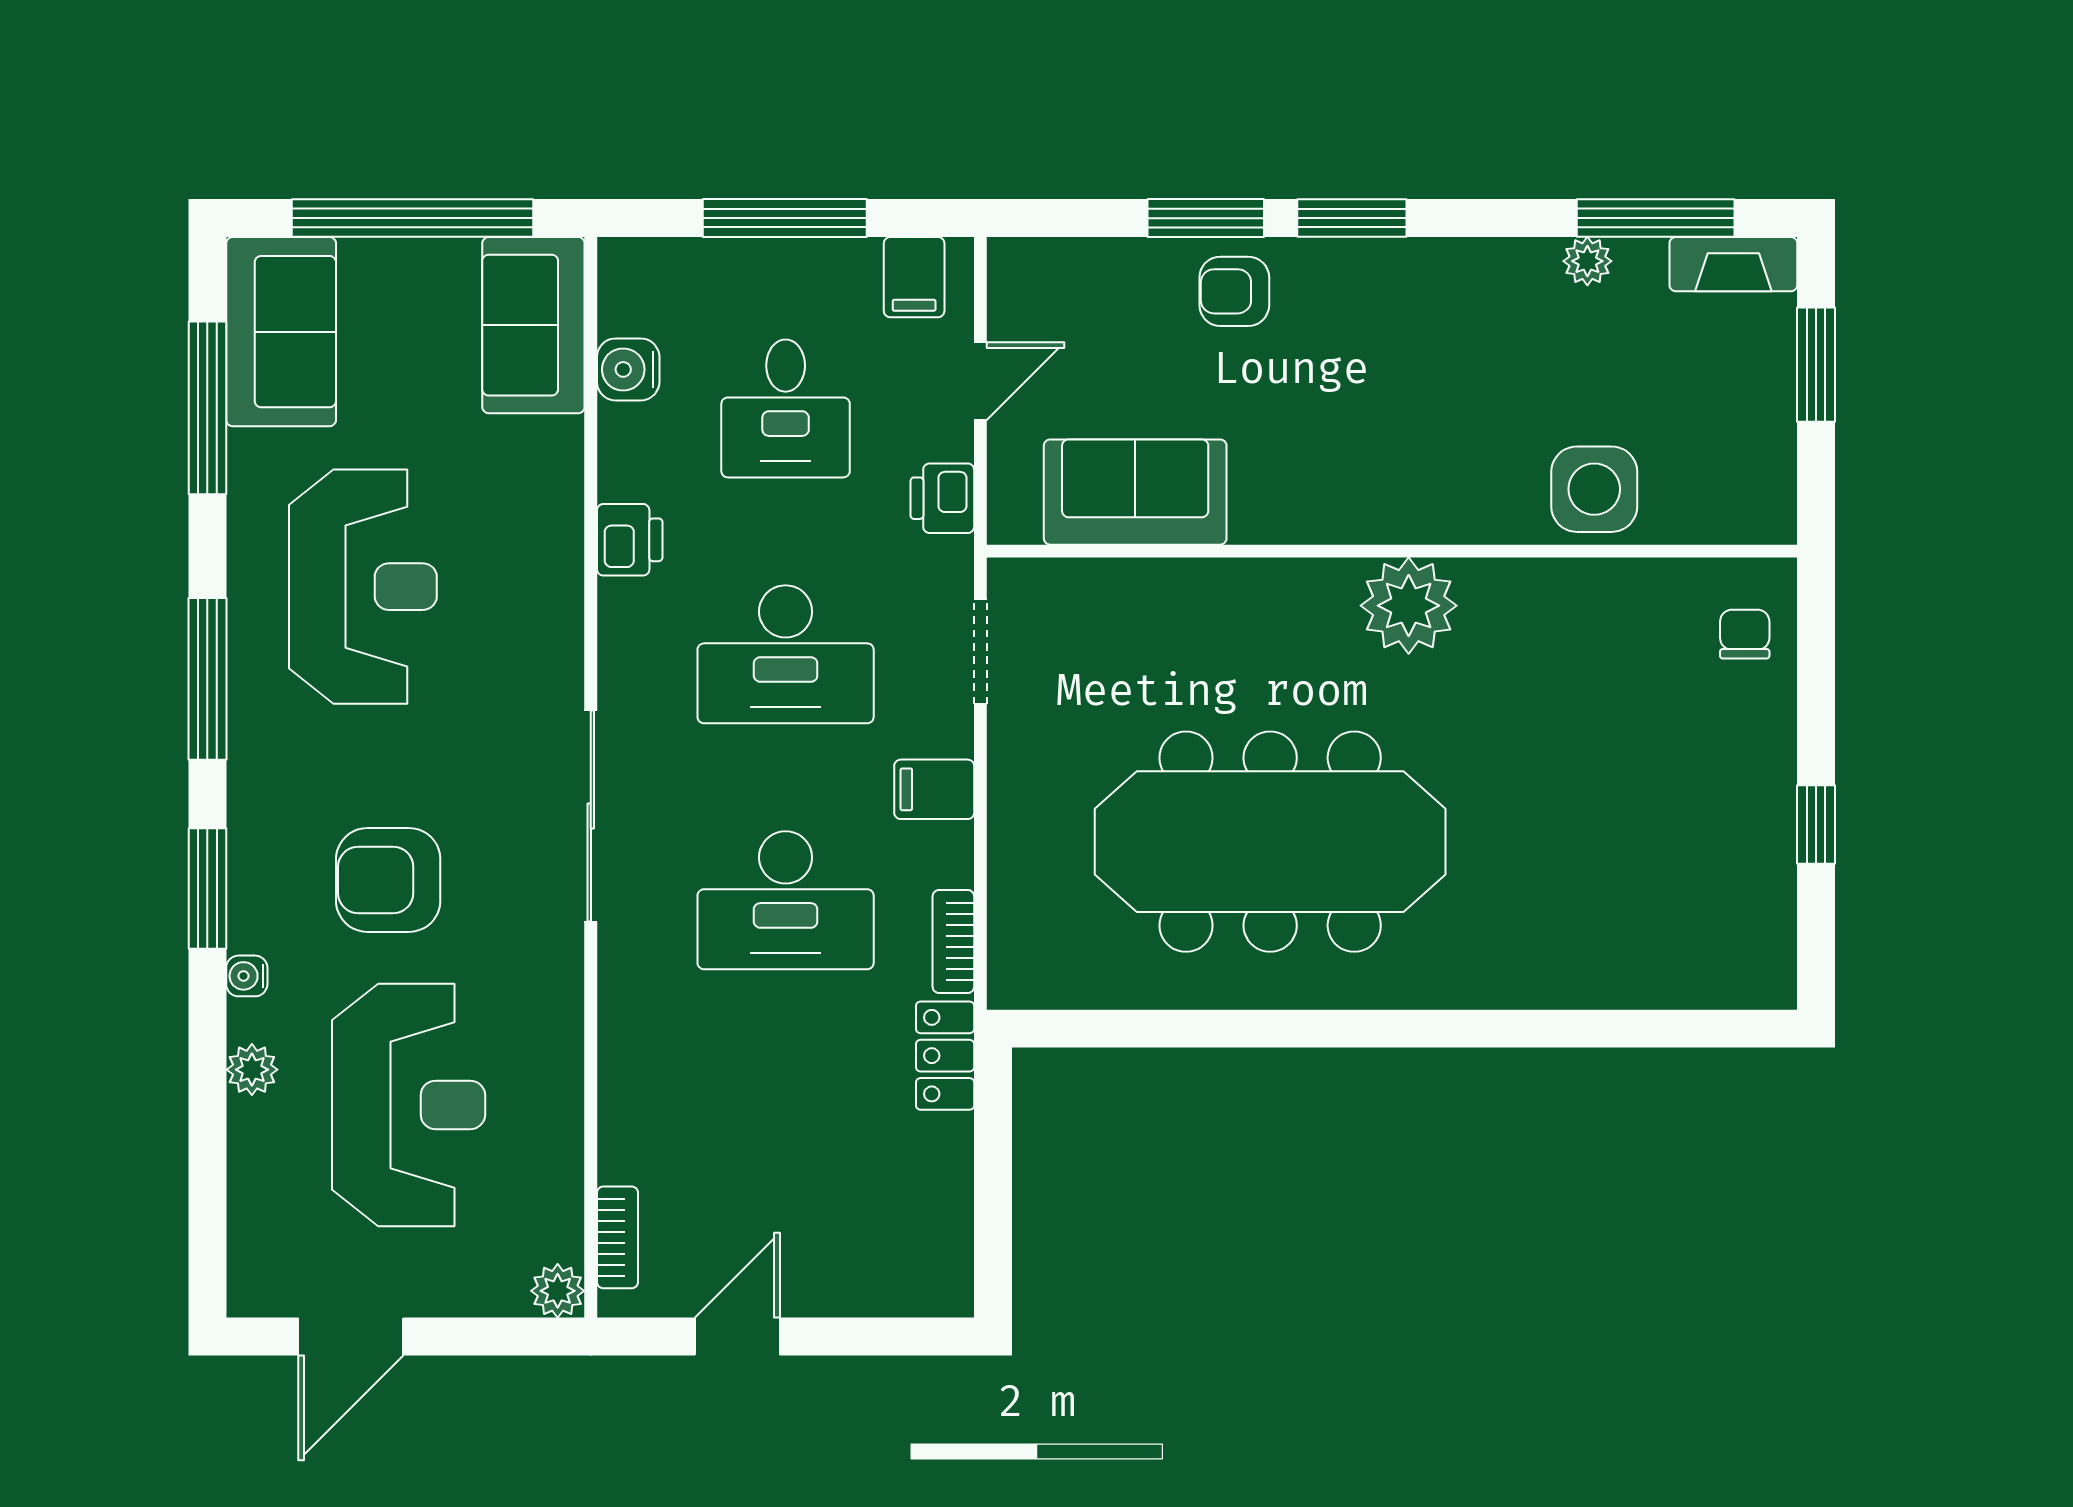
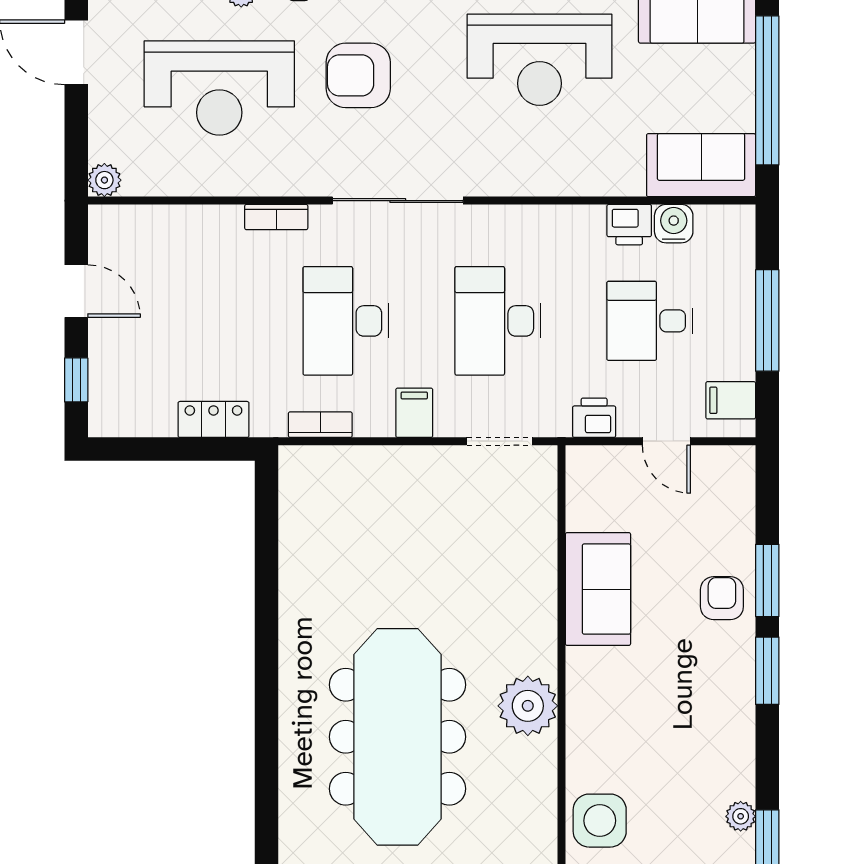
sofa: (1135, 492) -> (598, 589), moved
printer: (630, 540) -> (629, 225), moved
meeting table: (1270, 842) -> (398, 737), moved
armchair: (388, 880) -> (358, 75), turned -90
locker: (945, 1056) -> (213, 419), moved
bookcase: (617, 1237) -> (276, 217), moved
window: (881, 1337) -> (76, 380), added

